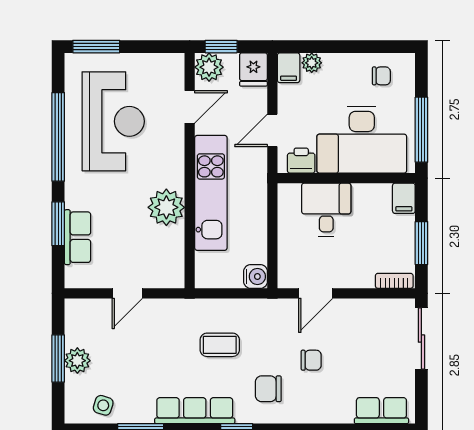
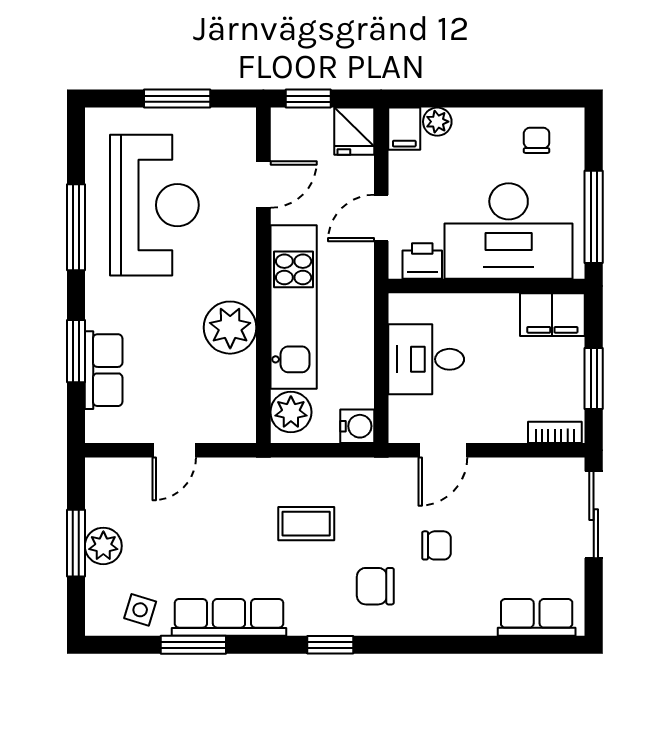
window: (96, 47) -> (177, 99), moved
plant: (209, 67) -> (291, 412), moved
chair: (381, 76) -> (537, 140), turned -90
window: (58, 137) -> (76, 227), width x0.68
filing cabinet: (404, 198) -> (552, 315), width x2.00
desk: (326, 210) -> (426, 359), moved, turned -90
row of seats: (195, 411) -> (229, 617), moved

